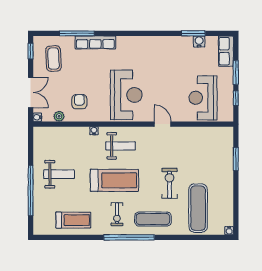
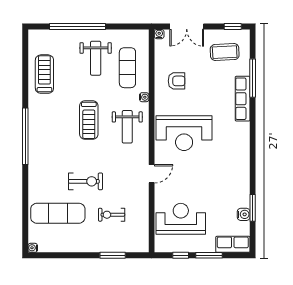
plant: (59, 116) -> (160, 58), removed
treadmill: (114, 180) -> (89, 120), width x0.73, depth x0.73
exercise bike: (117, 214) -> (112, 215), moved
exercise mat: (153, 219) -> (127, 68), moved
treadmill: (73, 220) -> (44, 74), turned 180

